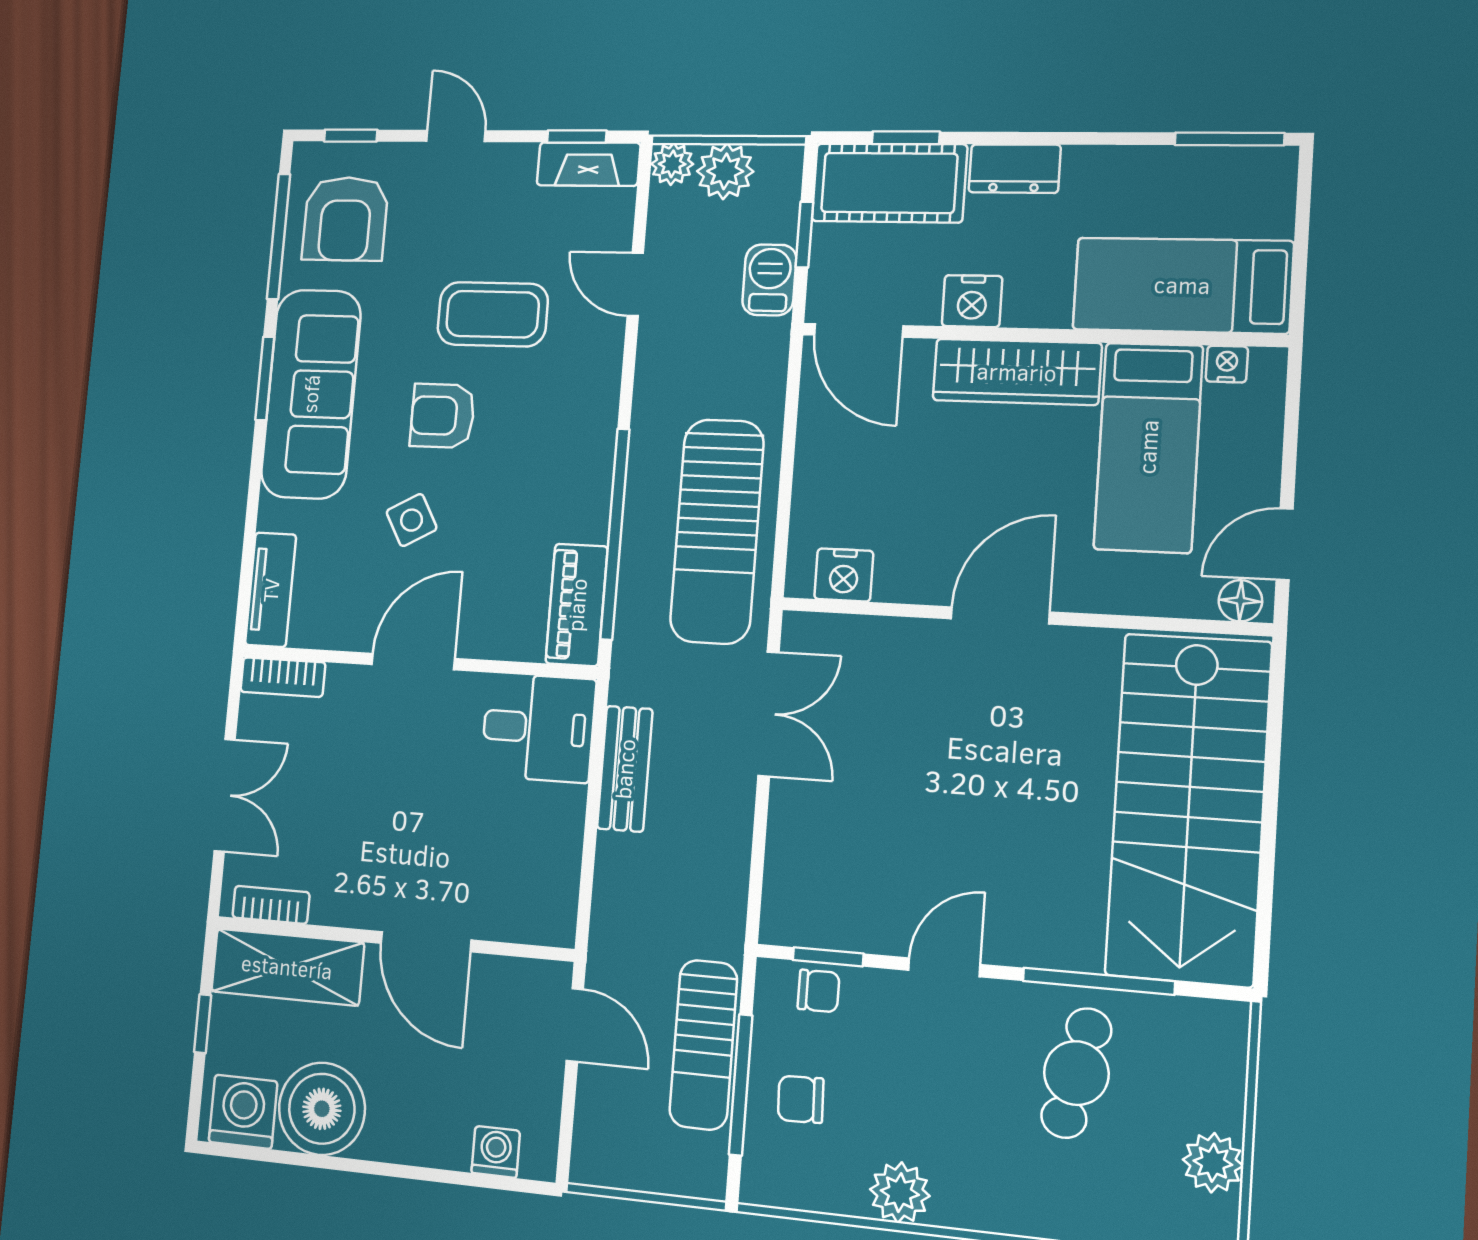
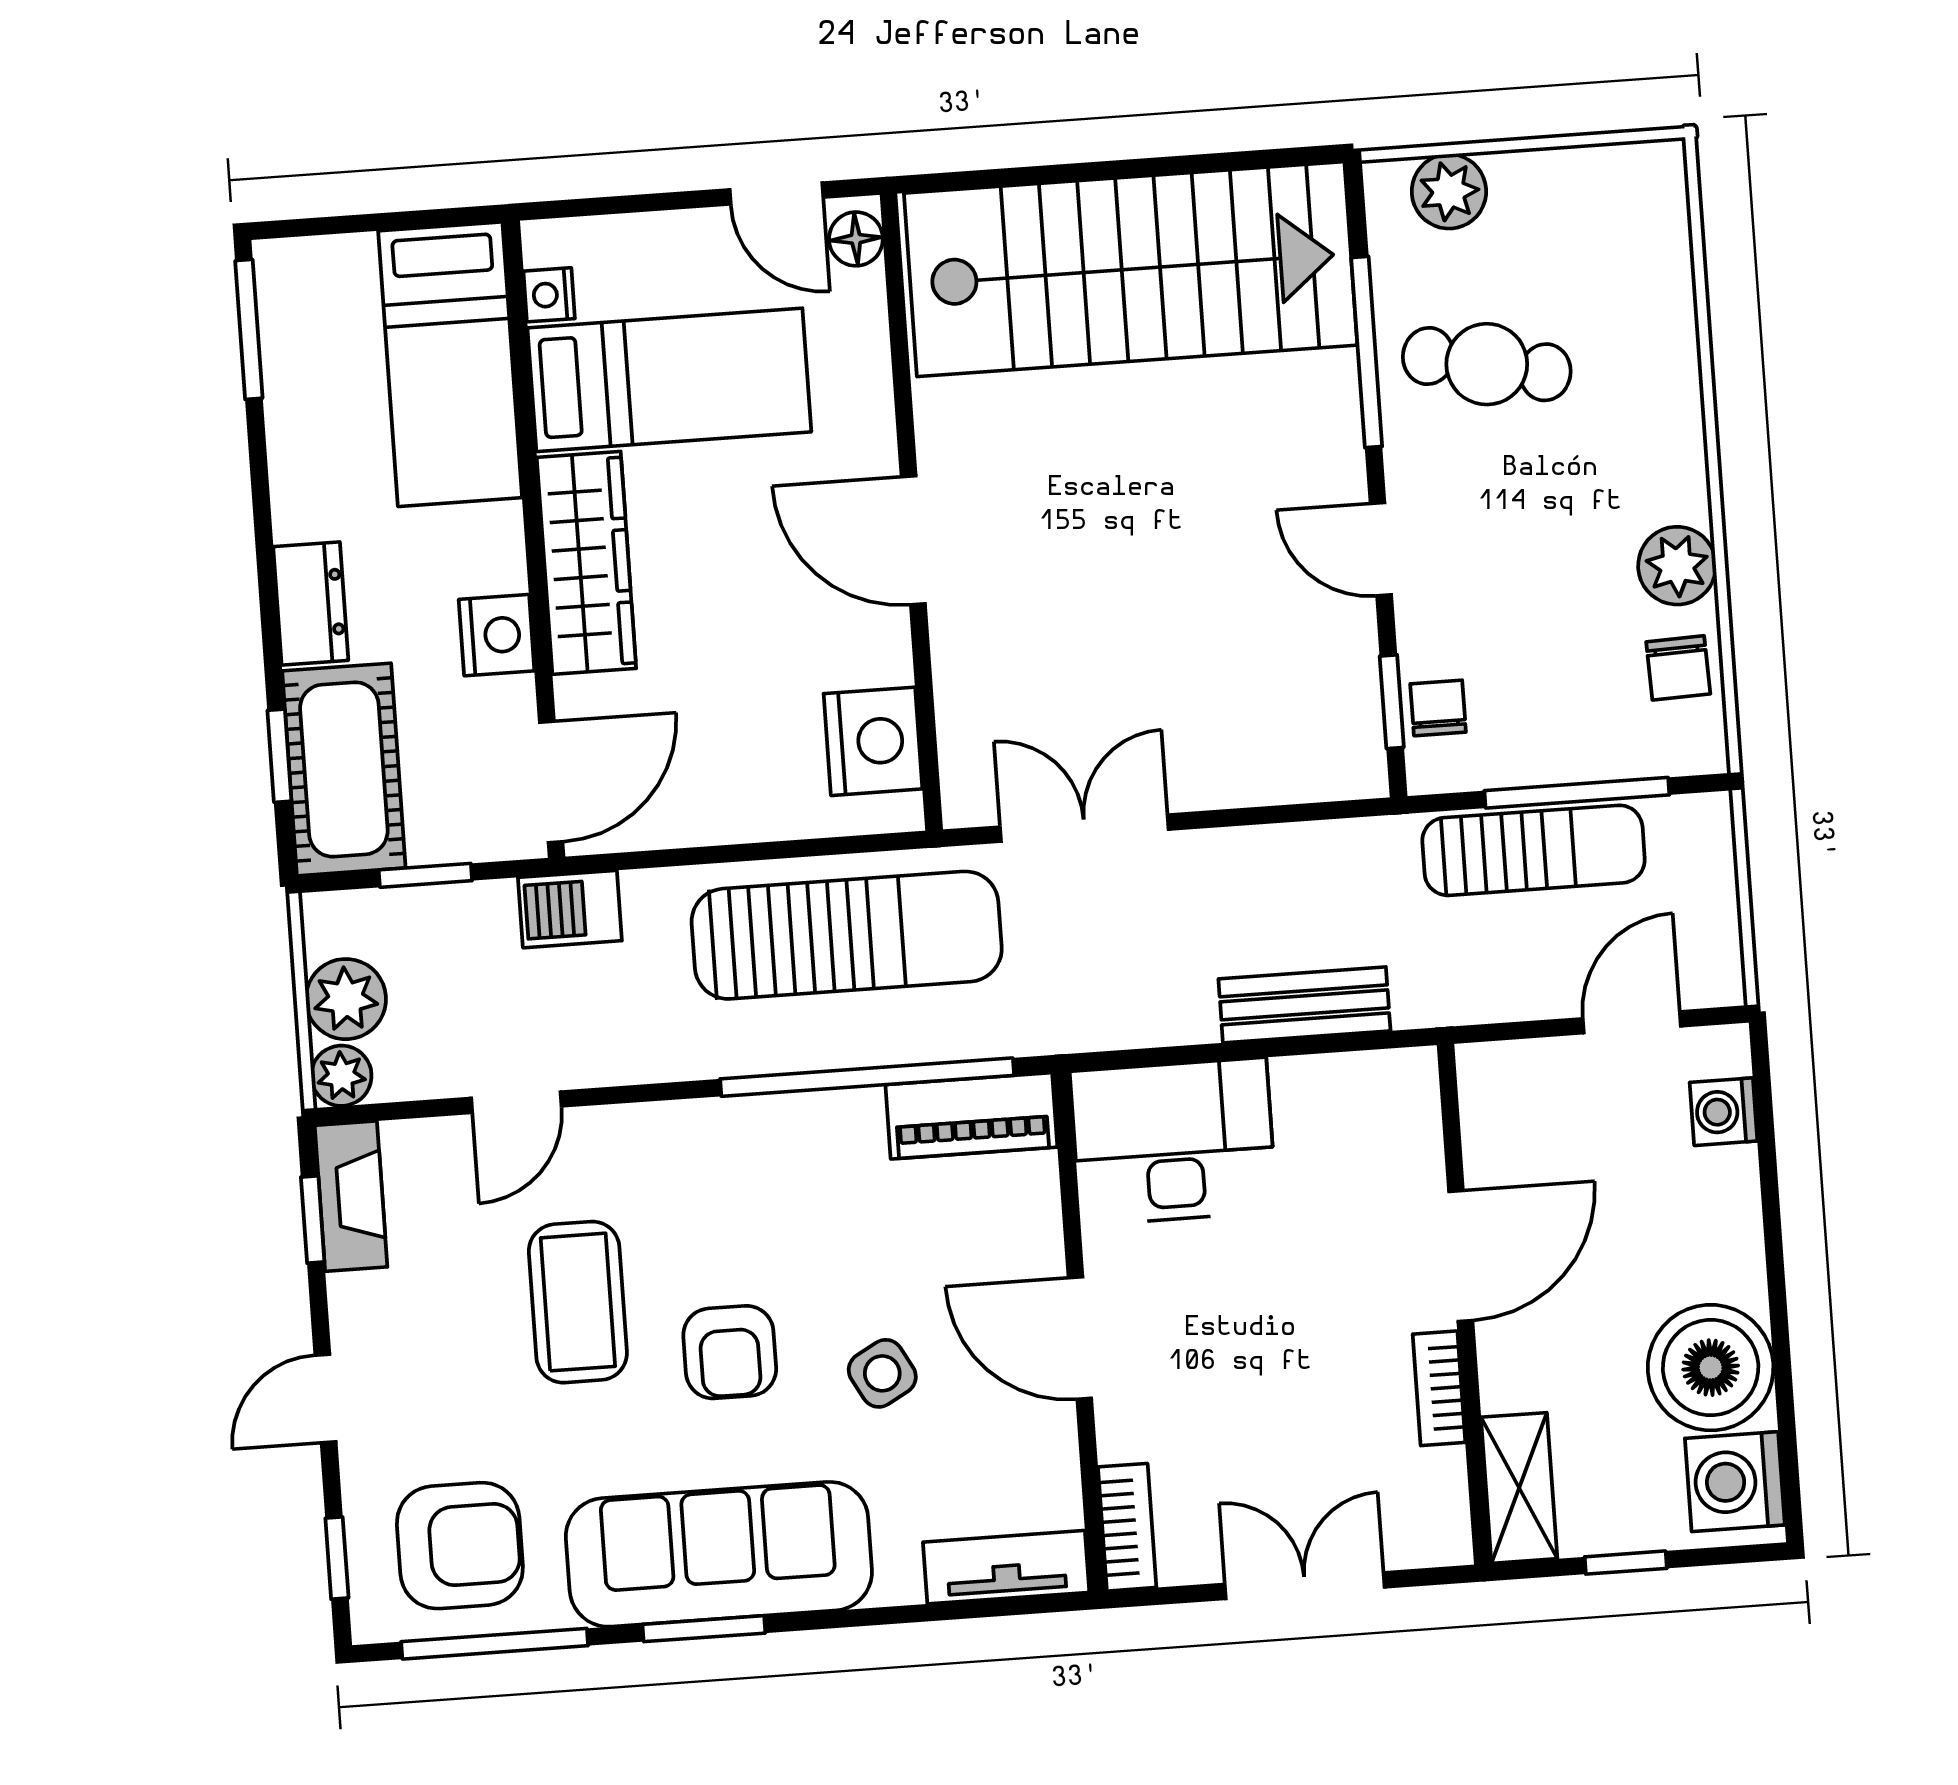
barbecue: (769, 280) -> (570, 909), moved
nightstand: (844, 575) -> (873, 741), width x1.36, depth x1.33
desk: (538, 728) -> (1173, 1142), width x1.37
bench: (625, 769) -> (1304, 1005), moved
bookcase: (271, 905) -> (1439, 1388), moved
shelving: (287, 967) -> (1519, 1488), width x0.67, depth x0.75
door: (575, 1025) -> (1632, 1022), moved
chair: (801, 1099) -> (1678, 668), moved
plant: (1213, 1163) -> (1449, 191), moved

